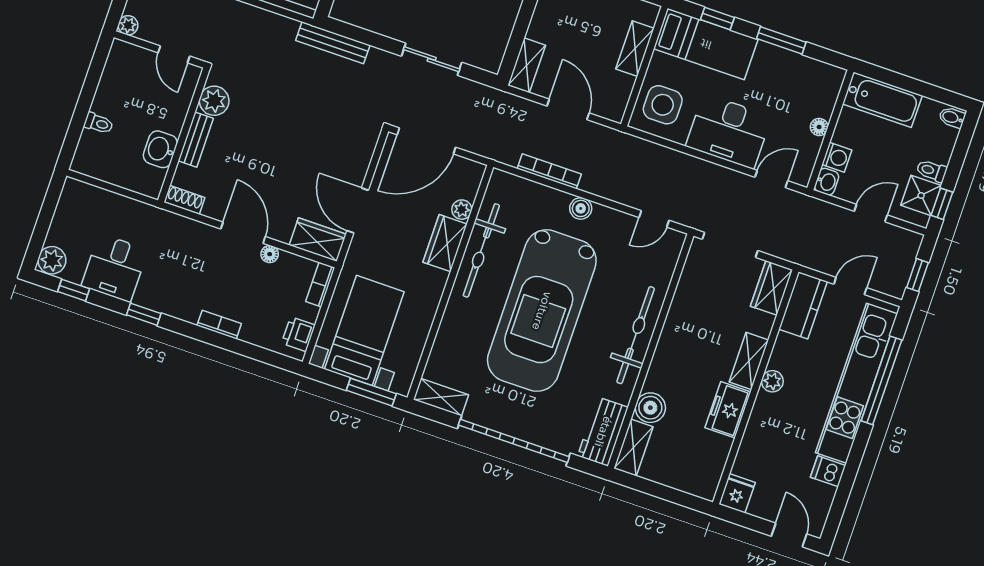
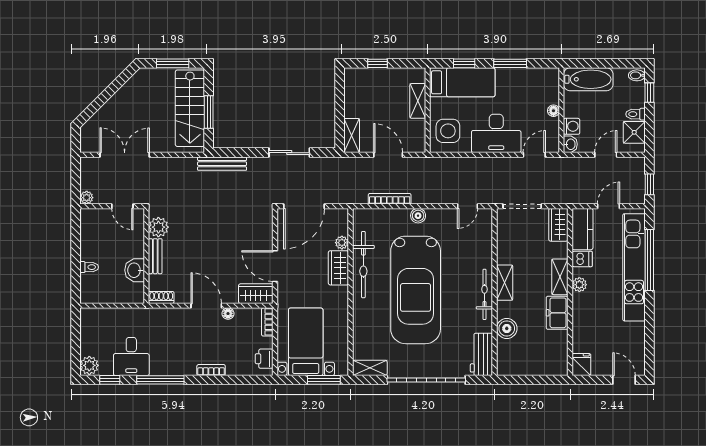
window: (942, 204) -> (649, 93), moved
window: (144, 314) -> (160, 380), width x2.17
bicycle: (636, 335) -> (484, 294), width x0.73, depth x0.71
shelving: (633, 447) -> (505, 283), moved
dishwasher: (828, 471) -> (582, 259), moved, turned 180

